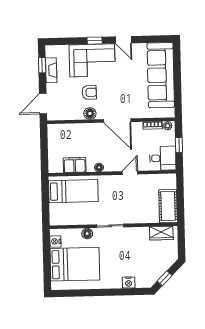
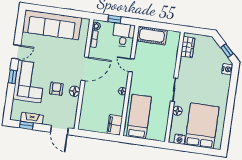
filing cabinet: (75, 165) -> (115, 125), moved
cot: (168, 206) -> (152, 35), moved
nightstand: (129, 282) -> (227, 69), moved

